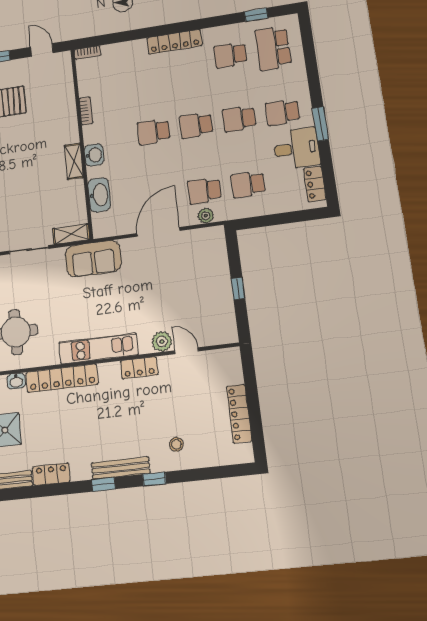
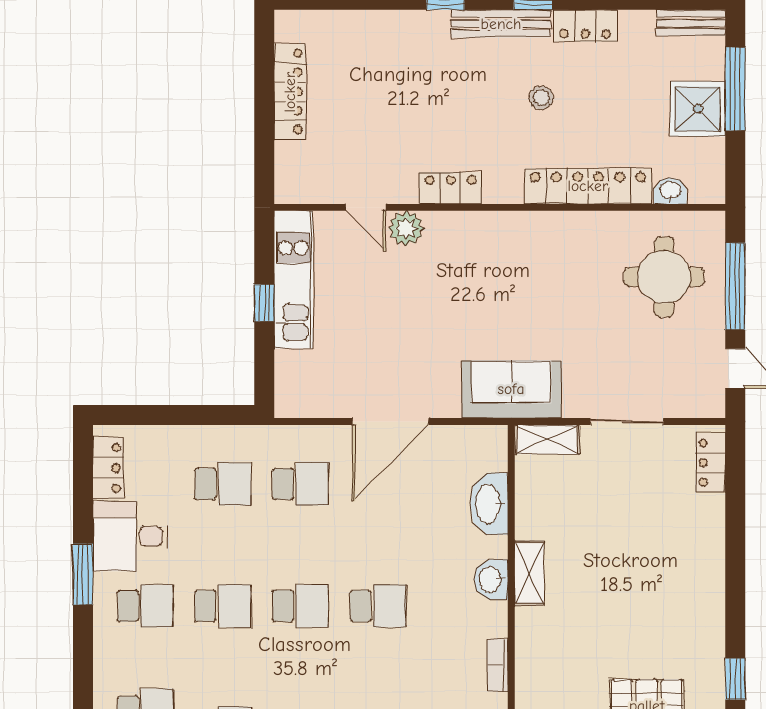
plant: (206, 216) -> (304, 439), removed
kitchen unit: (98, 348) -> (293, 280), moved, turned -90
stool: (176, 444) -> (541, 98), moved
locker: (51, 474) -> (585, 26), moved

